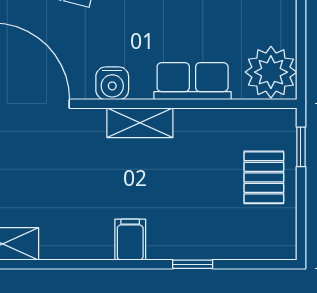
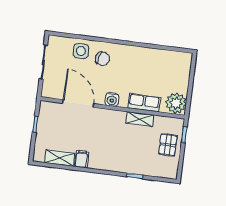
shelving: (140, 123) -> (140, 119), moved
filing cabinet: (130, 240) -> (82, 159), moved

